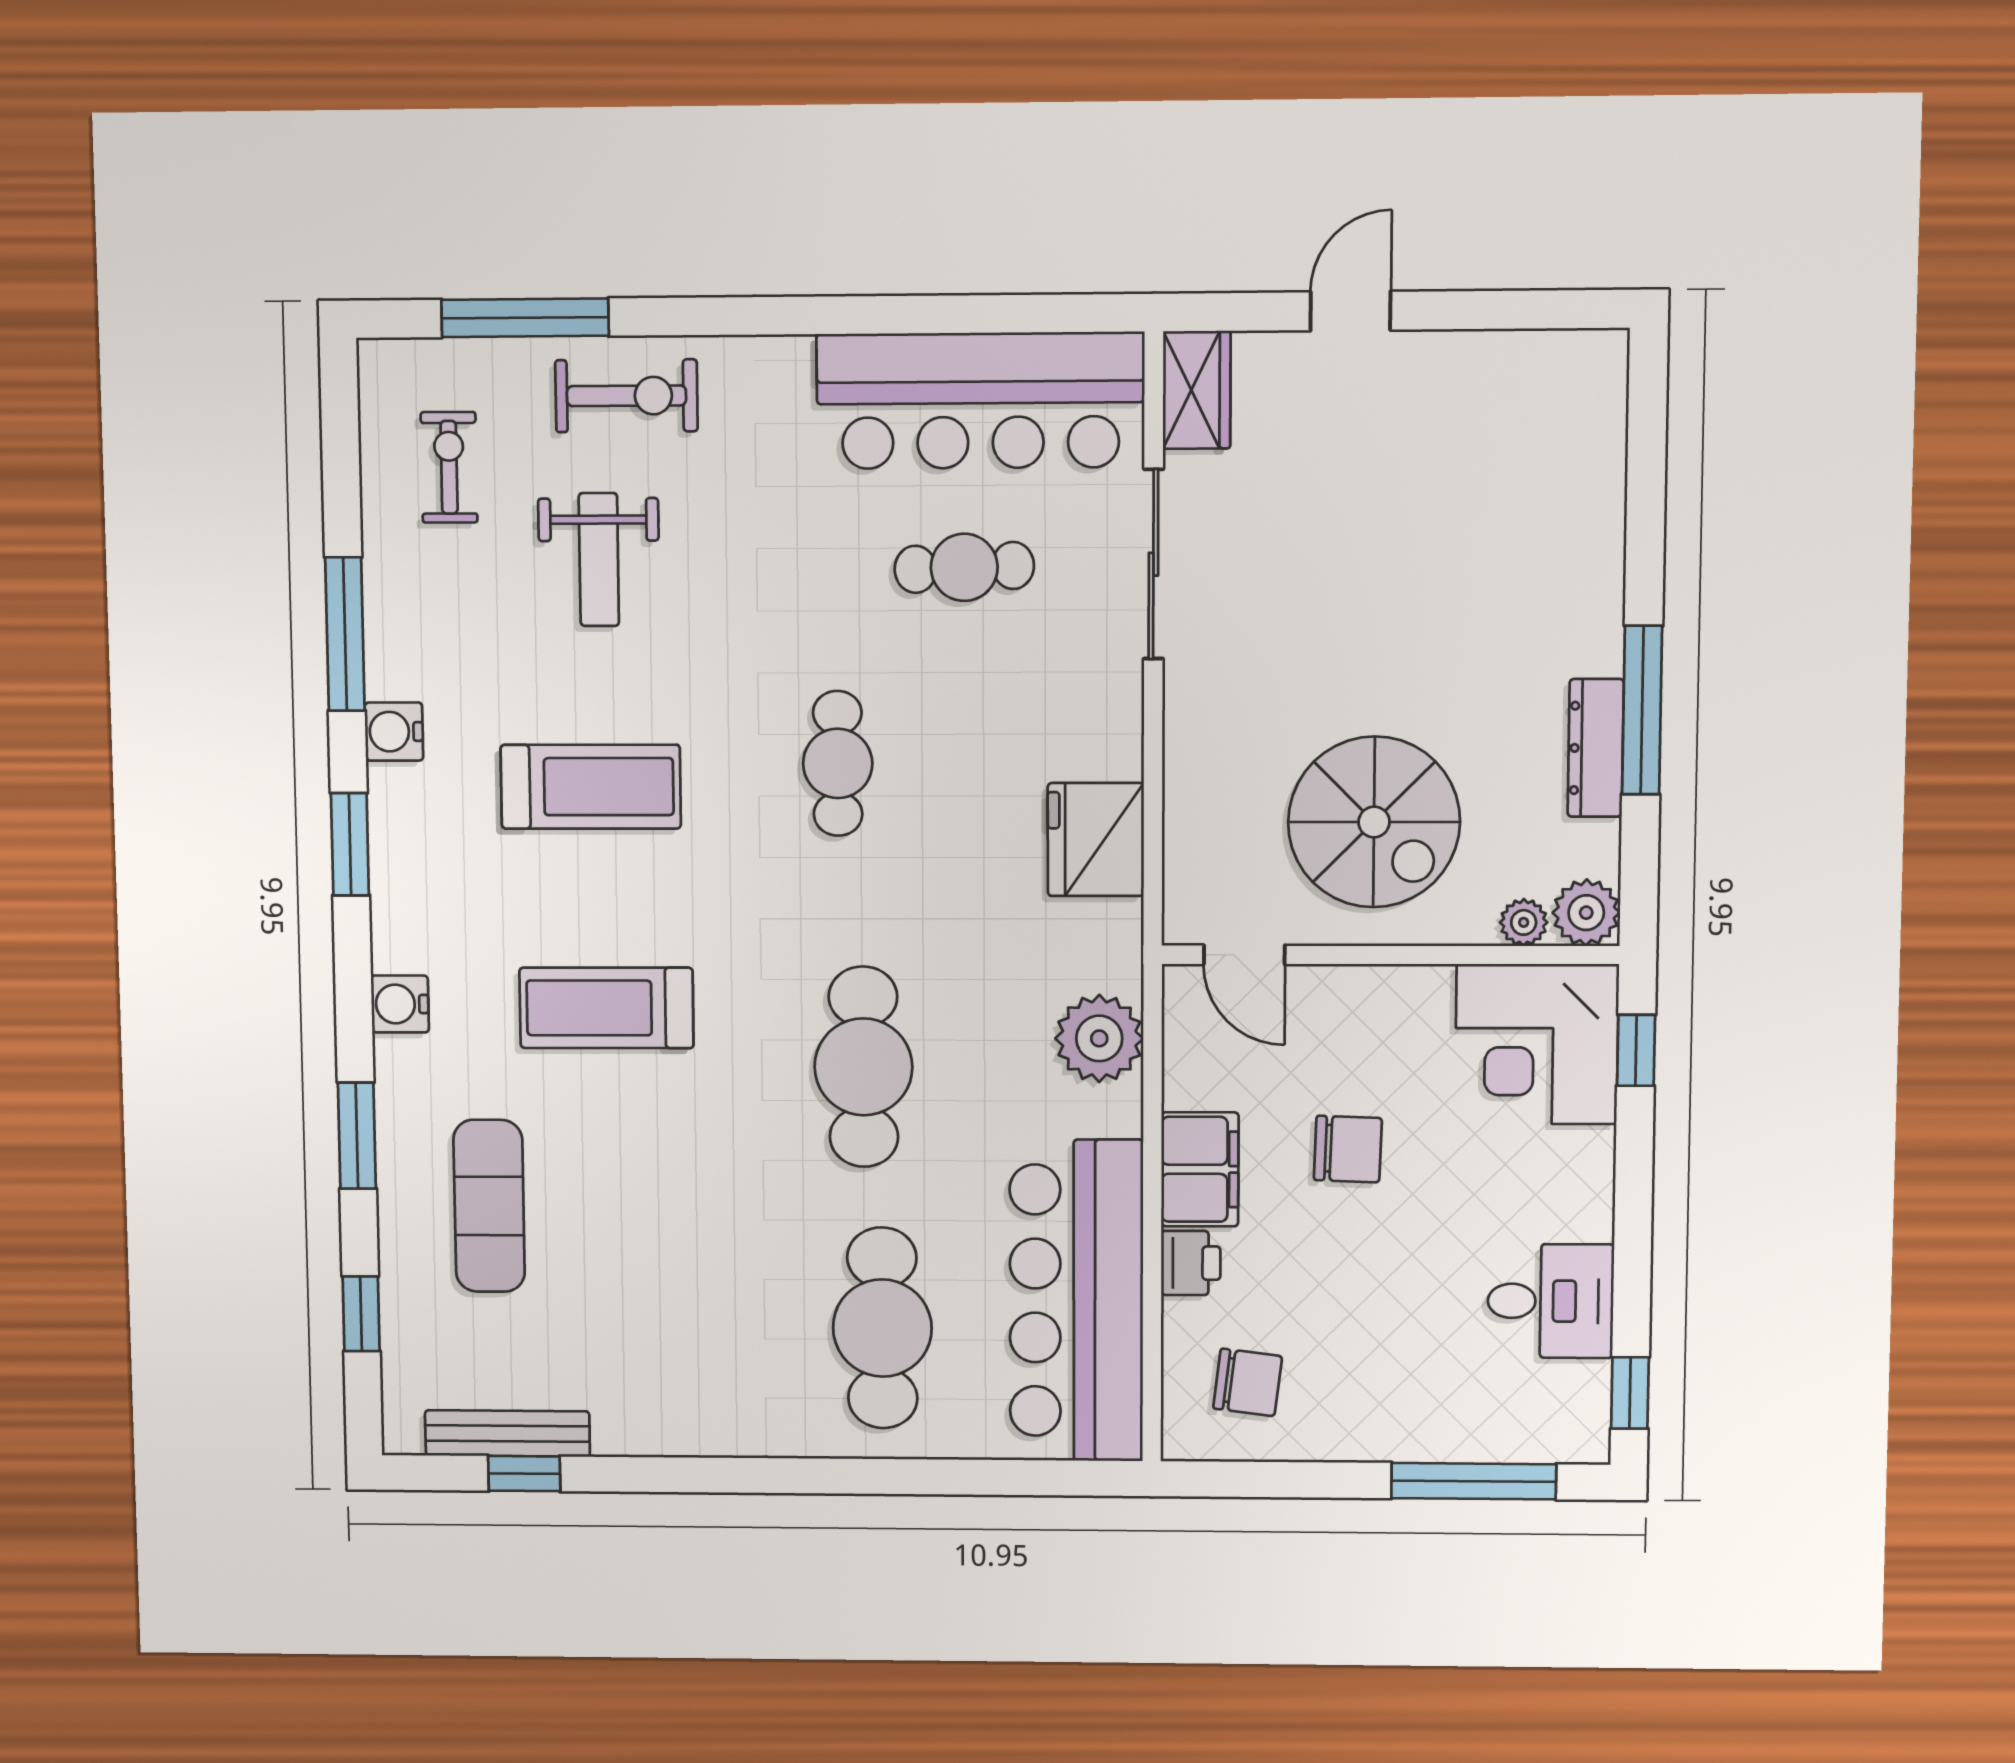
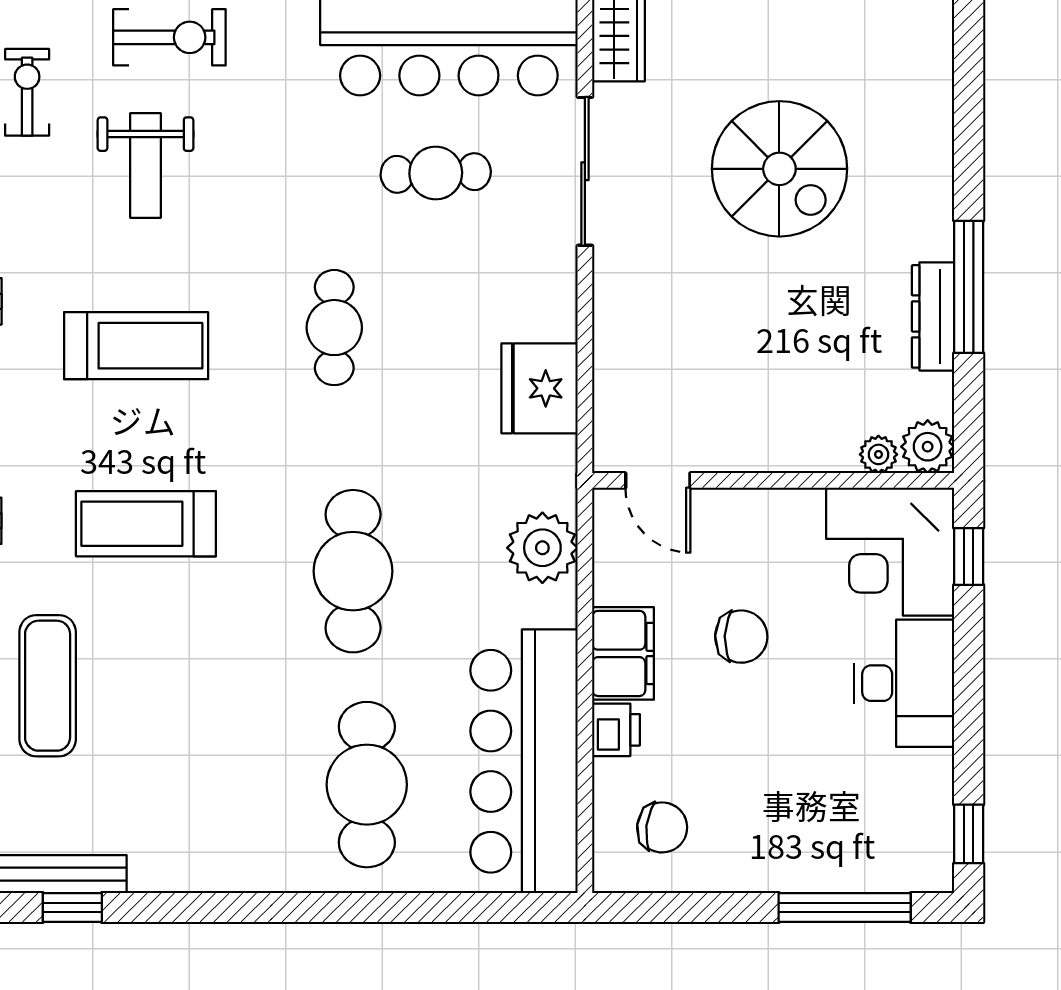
spiral stairs: (1374, 822) -> (779, 169), moved
desk: (1551, 1301) -> (904, 683), moved, width x1.37

